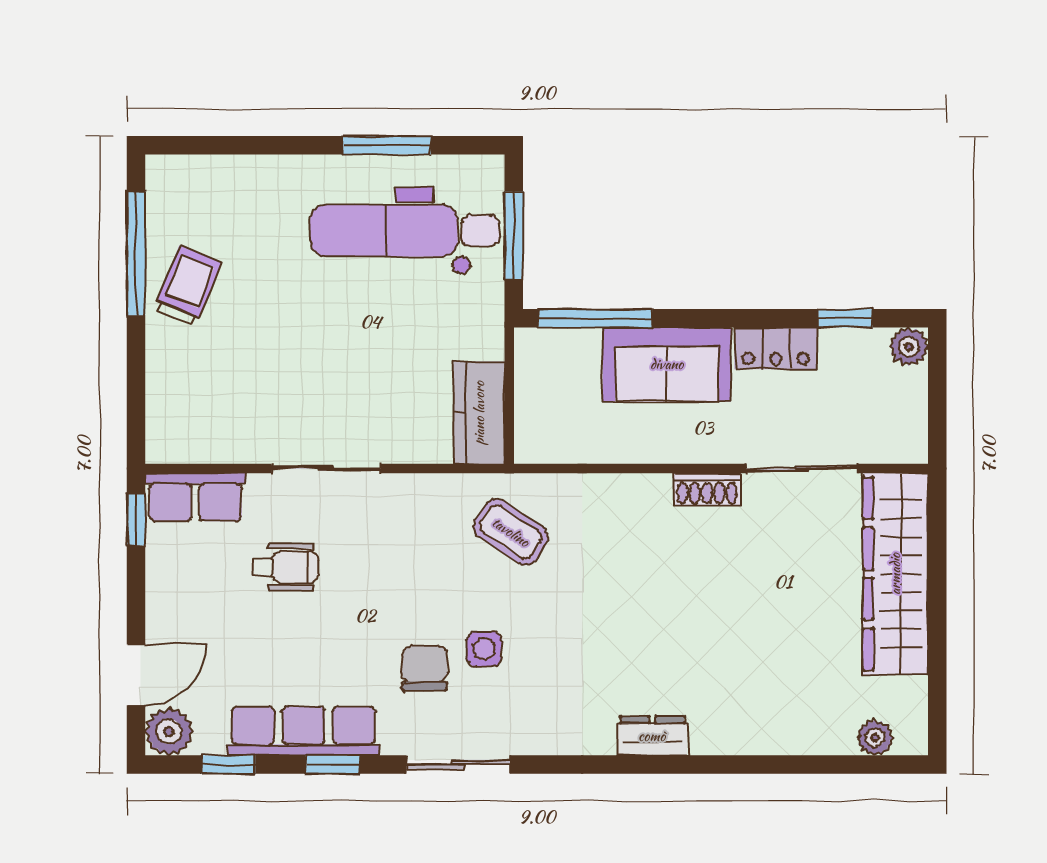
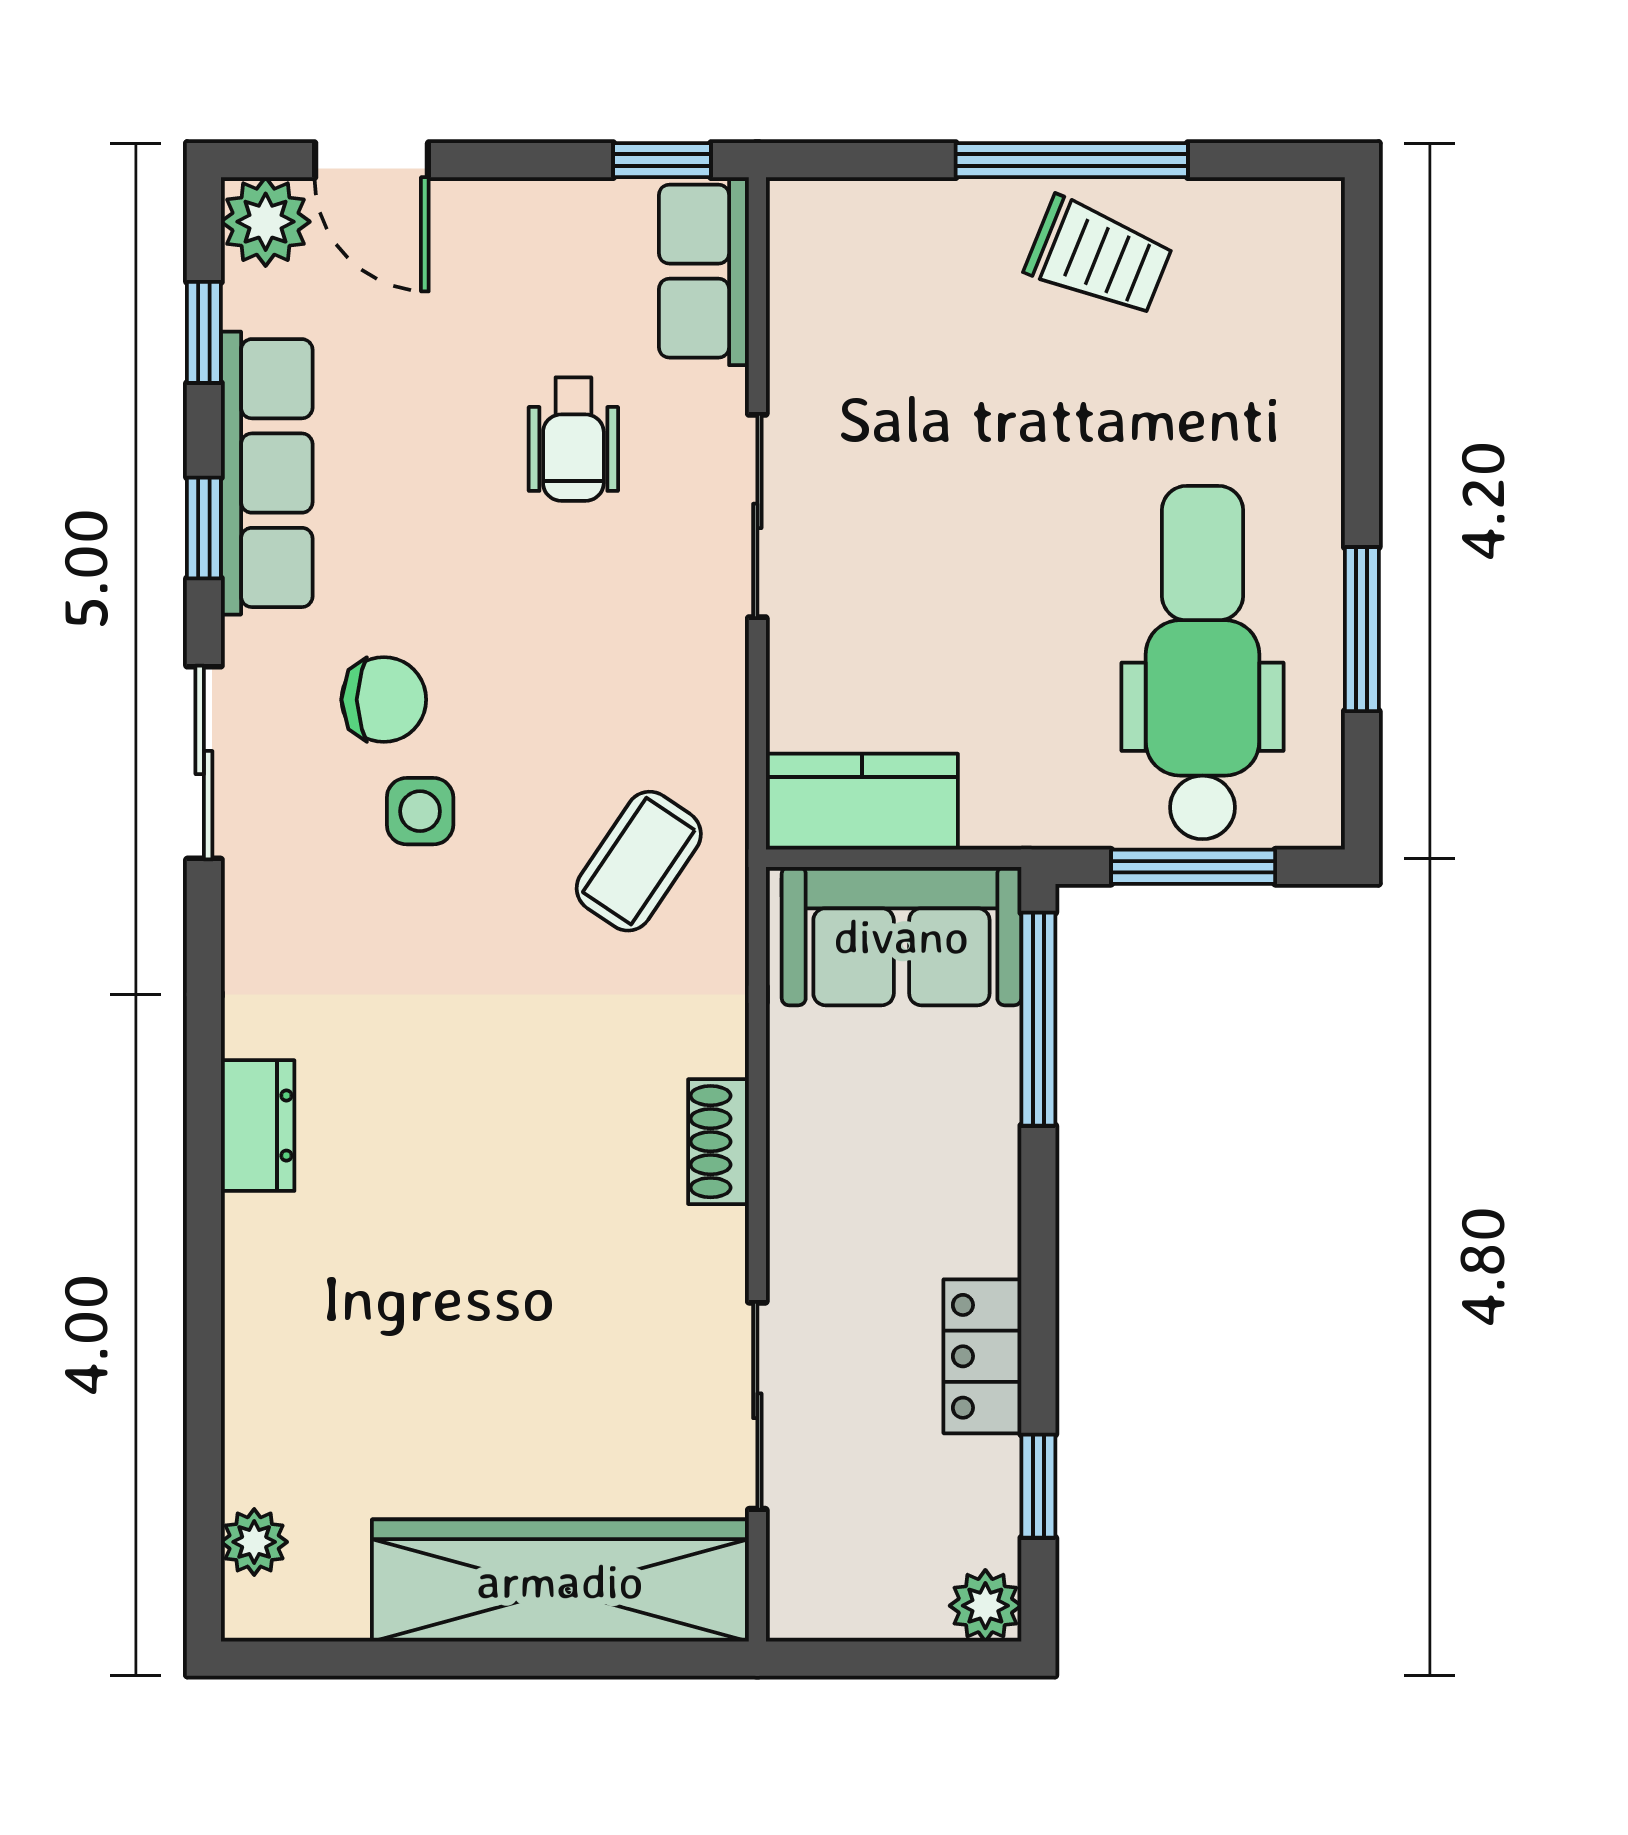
window: (136, 253) -> (1072, 160), moved
sofa: (667, 364) -> (901, 936), moved, turned -90
shoe rack: (707, 489) -> (718, 1142), moved

